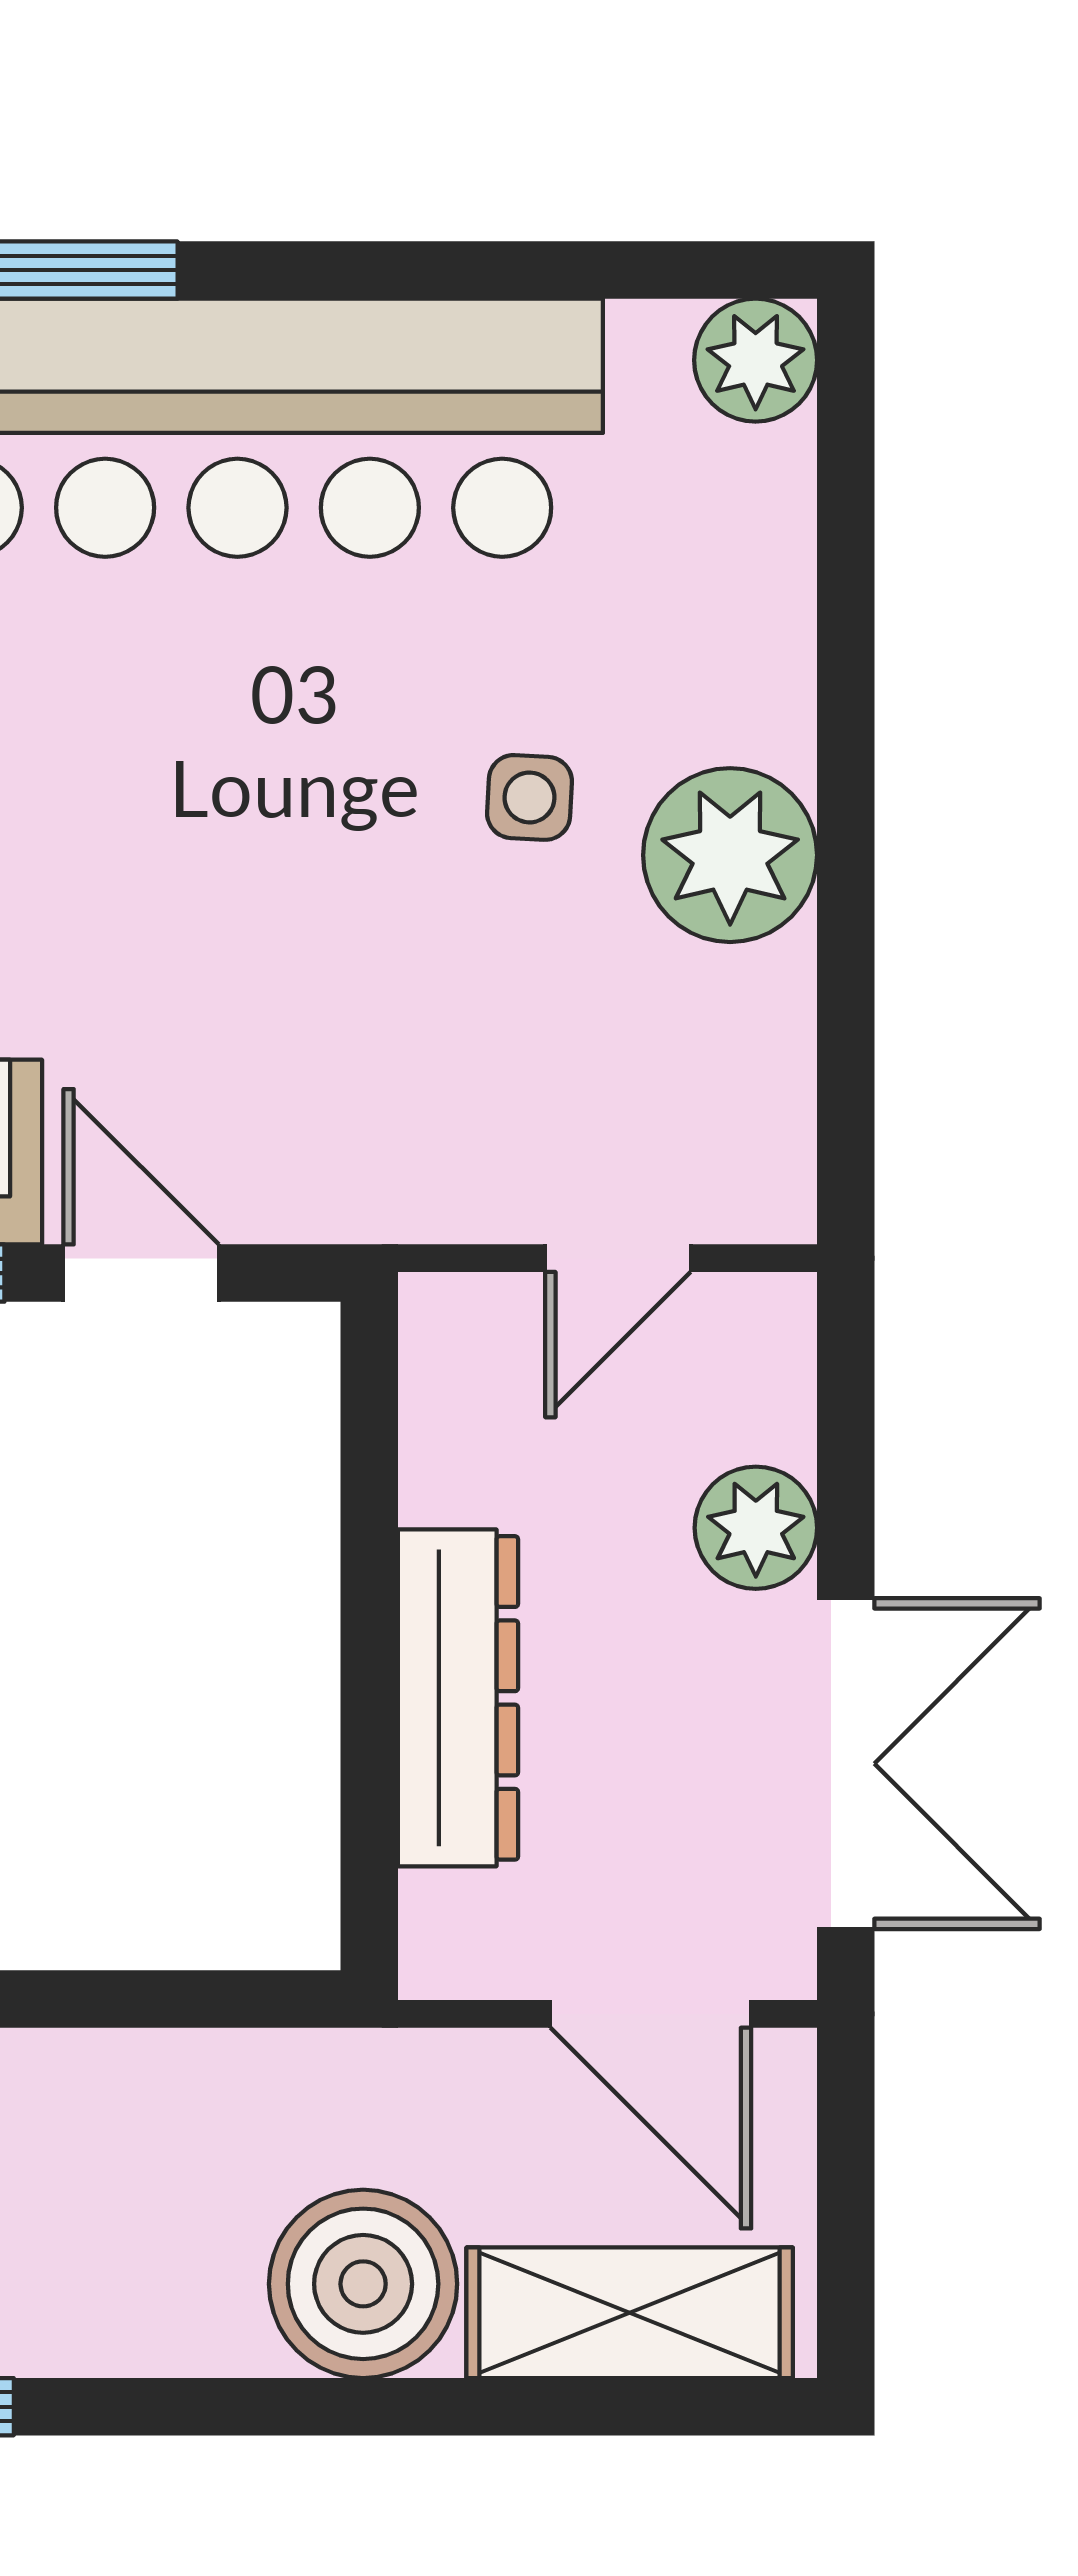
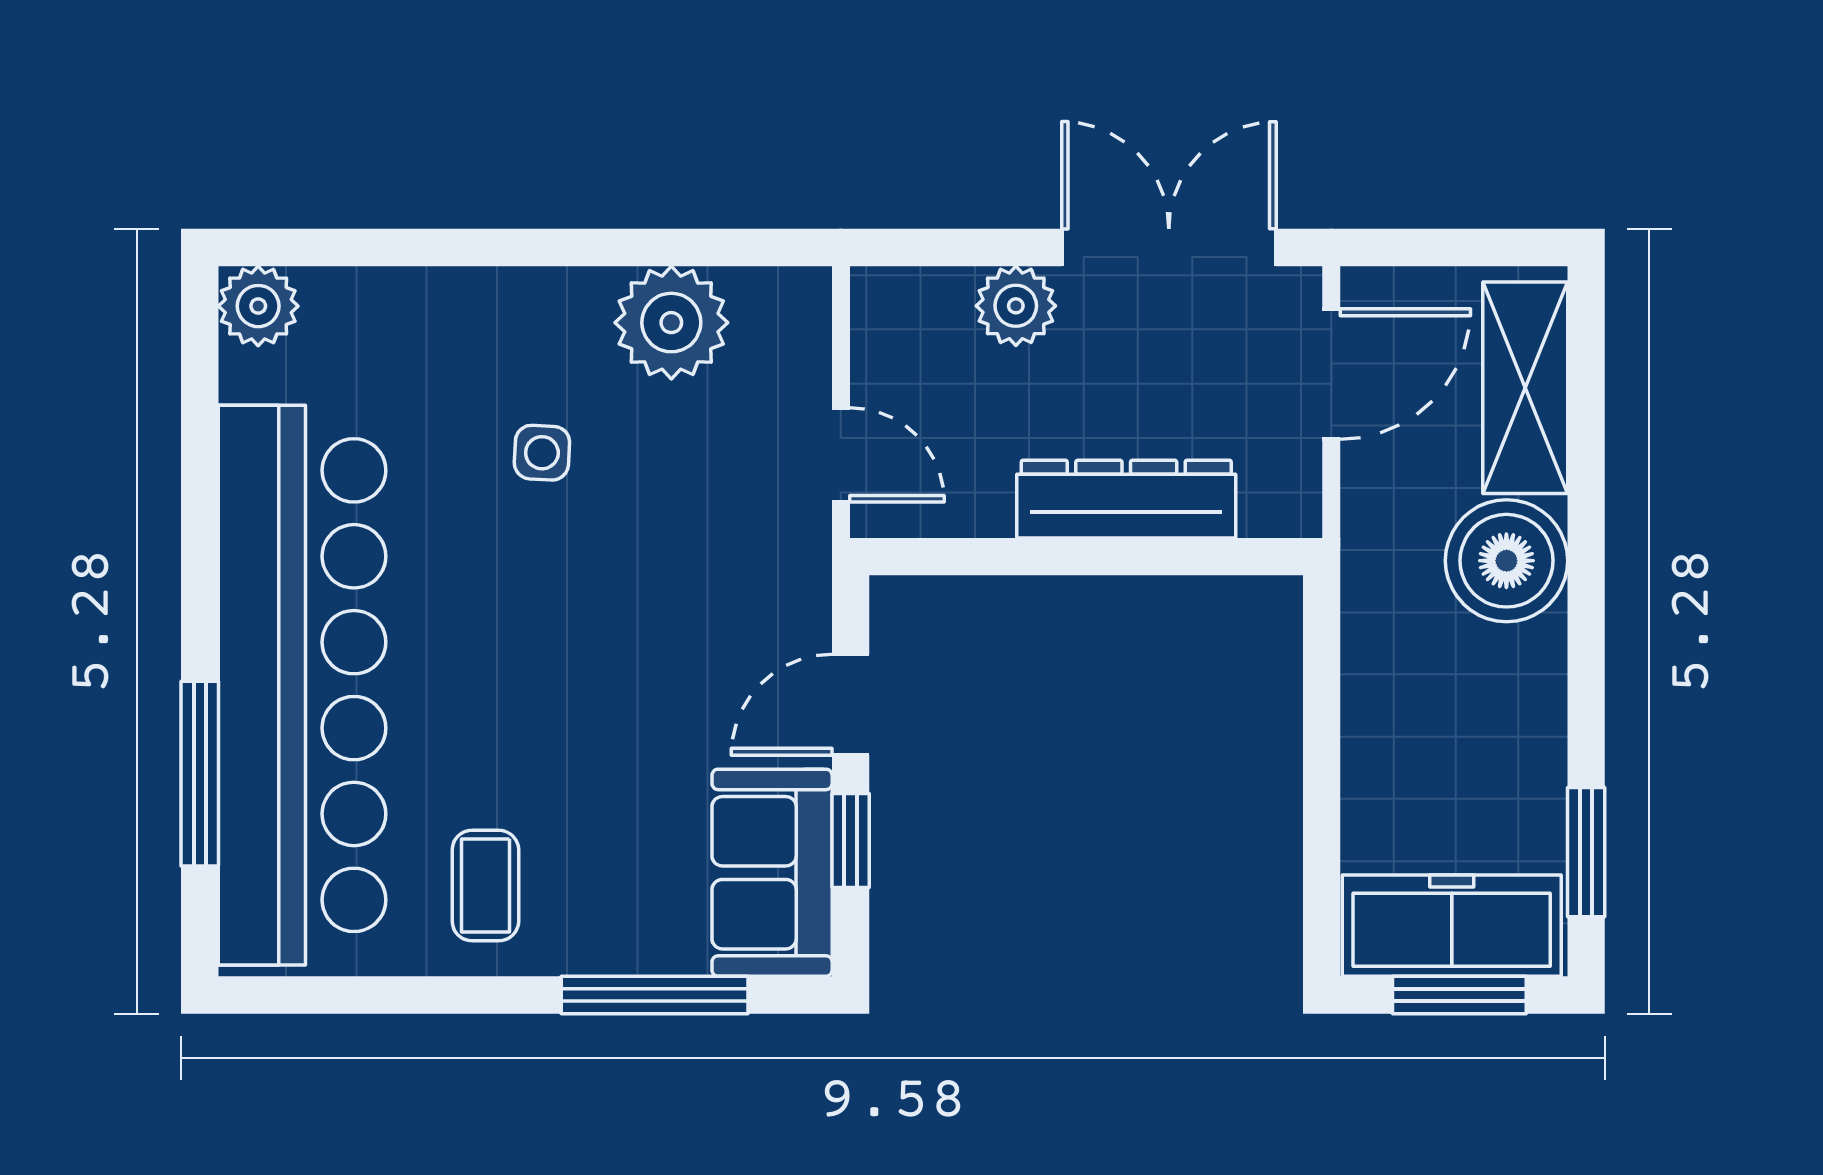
plant: (730, 855) -> (671, 323), moved
door: (618, 1258) -> (841, 455), moved

